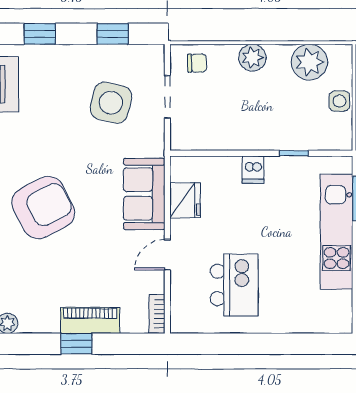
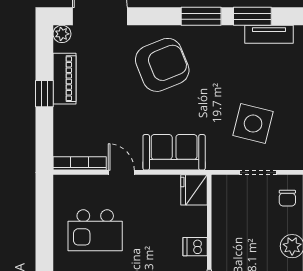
fridge: (185, 200) -> (194, 190), moved, turned 90
armchair: (43, 208) -> (162, 65), turned -85
bookcase: (157, 314) -> (80, 163), width x1.56
piano: (90, 320) -> (65, 79), moved

